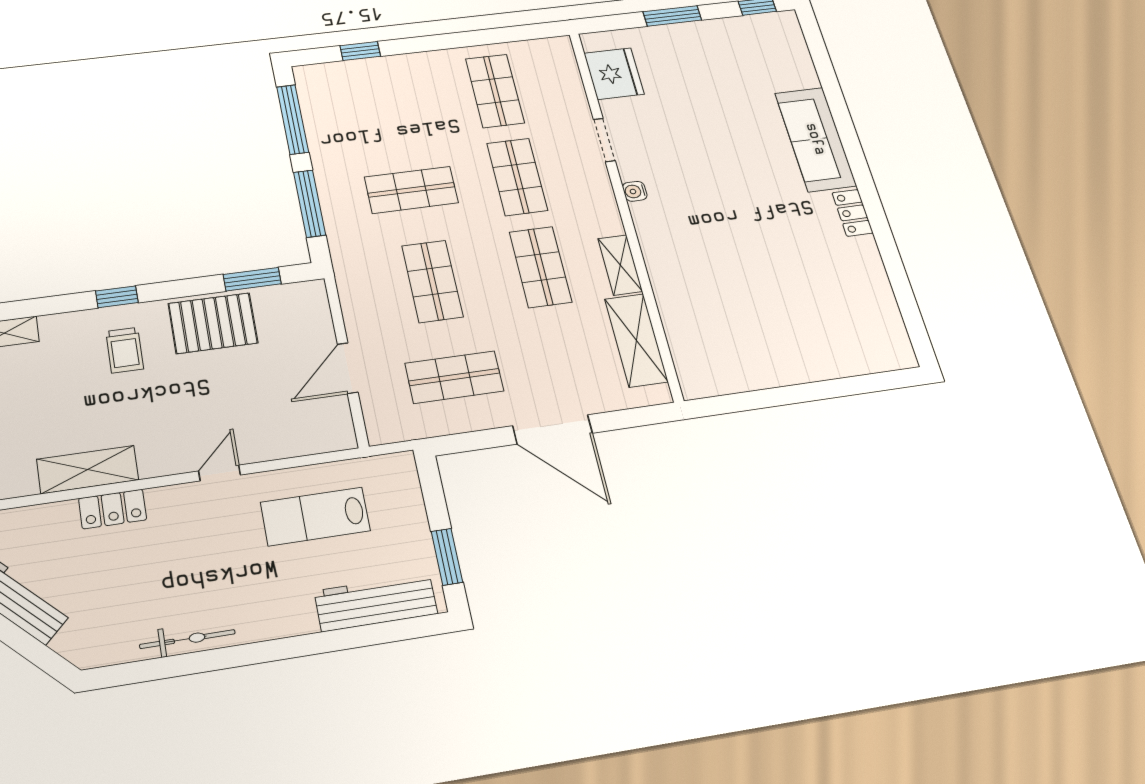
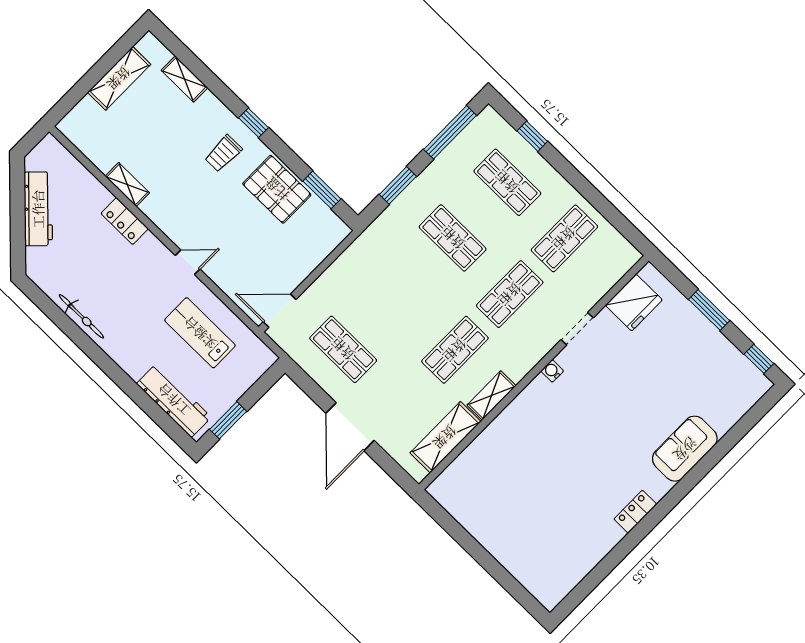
sofa: (815, 139) -> (685, 449), width x0.73
window: (310, 204) -> (398, 185), width x0.69
shop shelf: (432, 281) -> (507, 182), moved, turned 90
door: (348, 368) -> (280, 311), moved
shelving: (88, 470) -> (127, 185), width x0.67, depth x0.75

